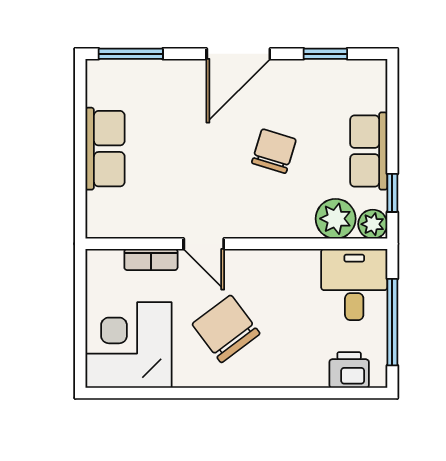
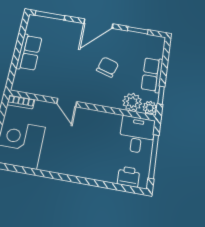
bookcase: (151, 259) -> (21, 102), moved
chair: (226, 329) -> (70, 145), removed

